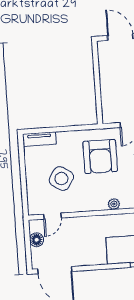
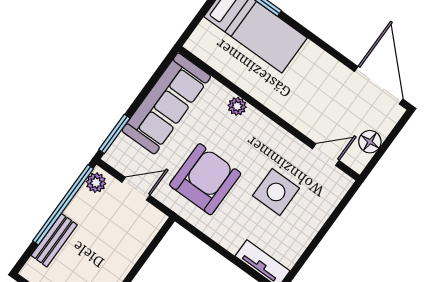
side table: (61, 179) -> (276, 192), turned -33

